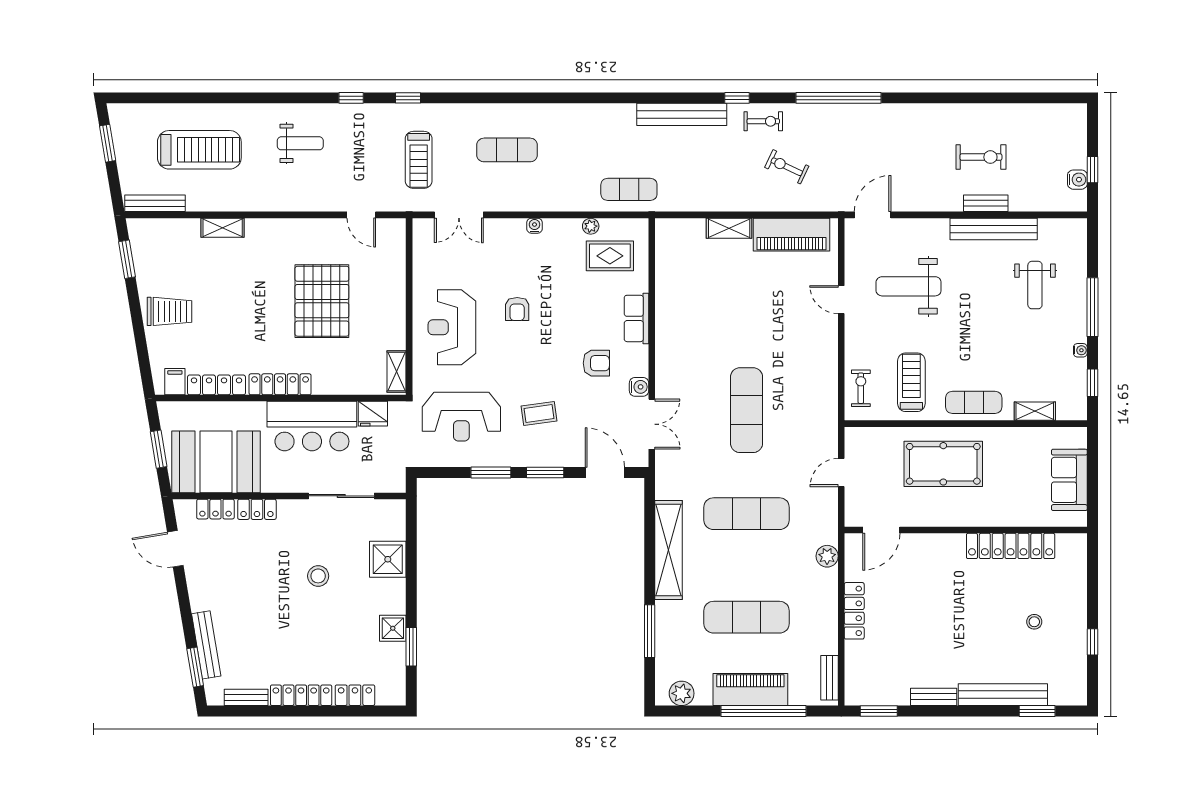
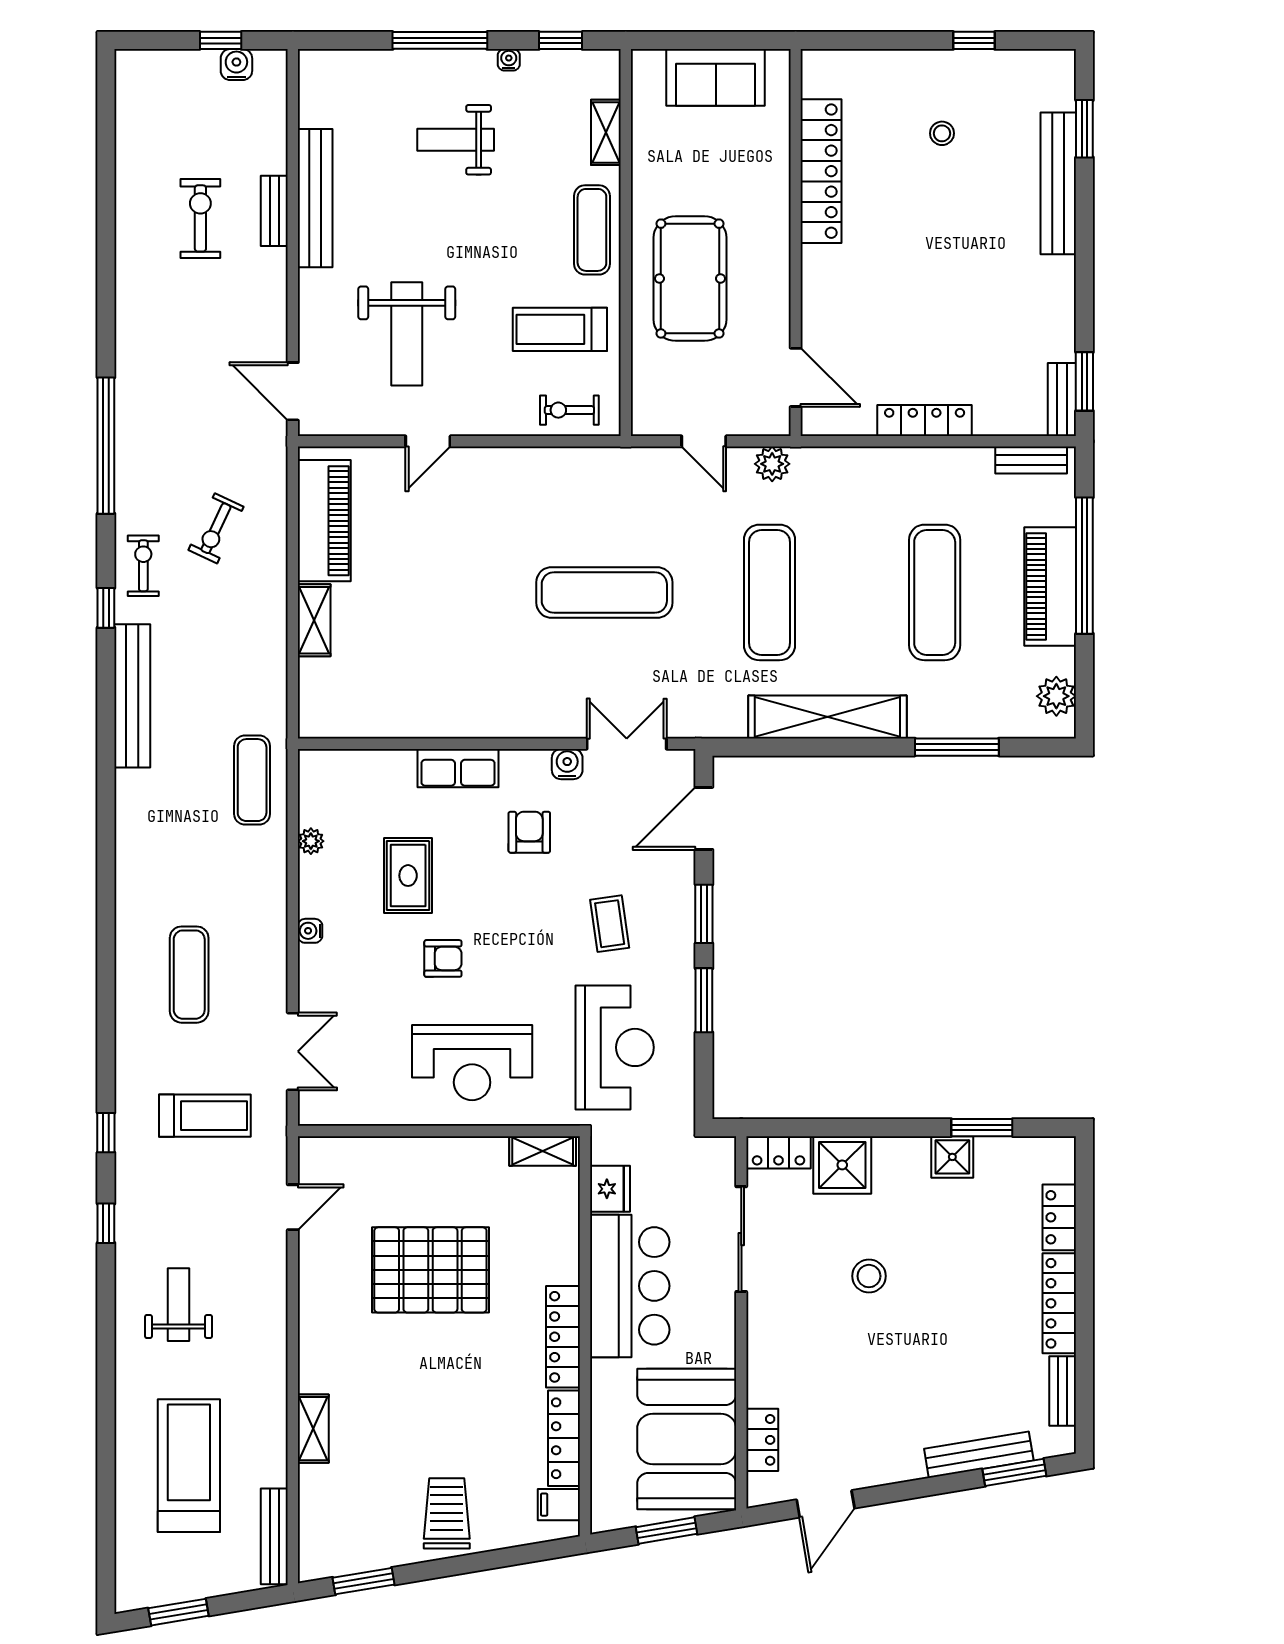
rug: (610, 256) -> (408, 876), moved
weight bench: (1035, 285) -> (456, 140), moved, turned 180
locker: (257, 509) -> (778, 1152), moved, turned 90
plant: (827, 556) -> (772, 464), moved
bench: (934, 697) -> (1062, 400), moved

